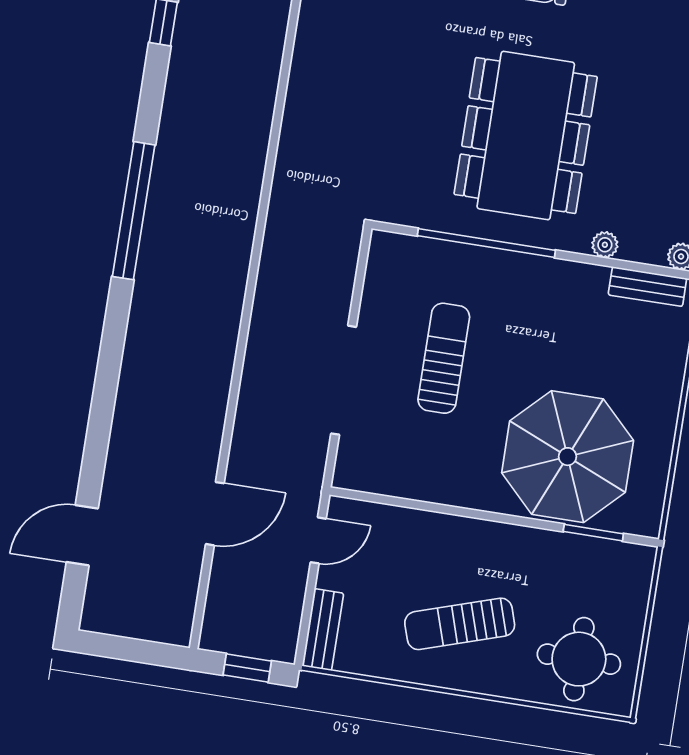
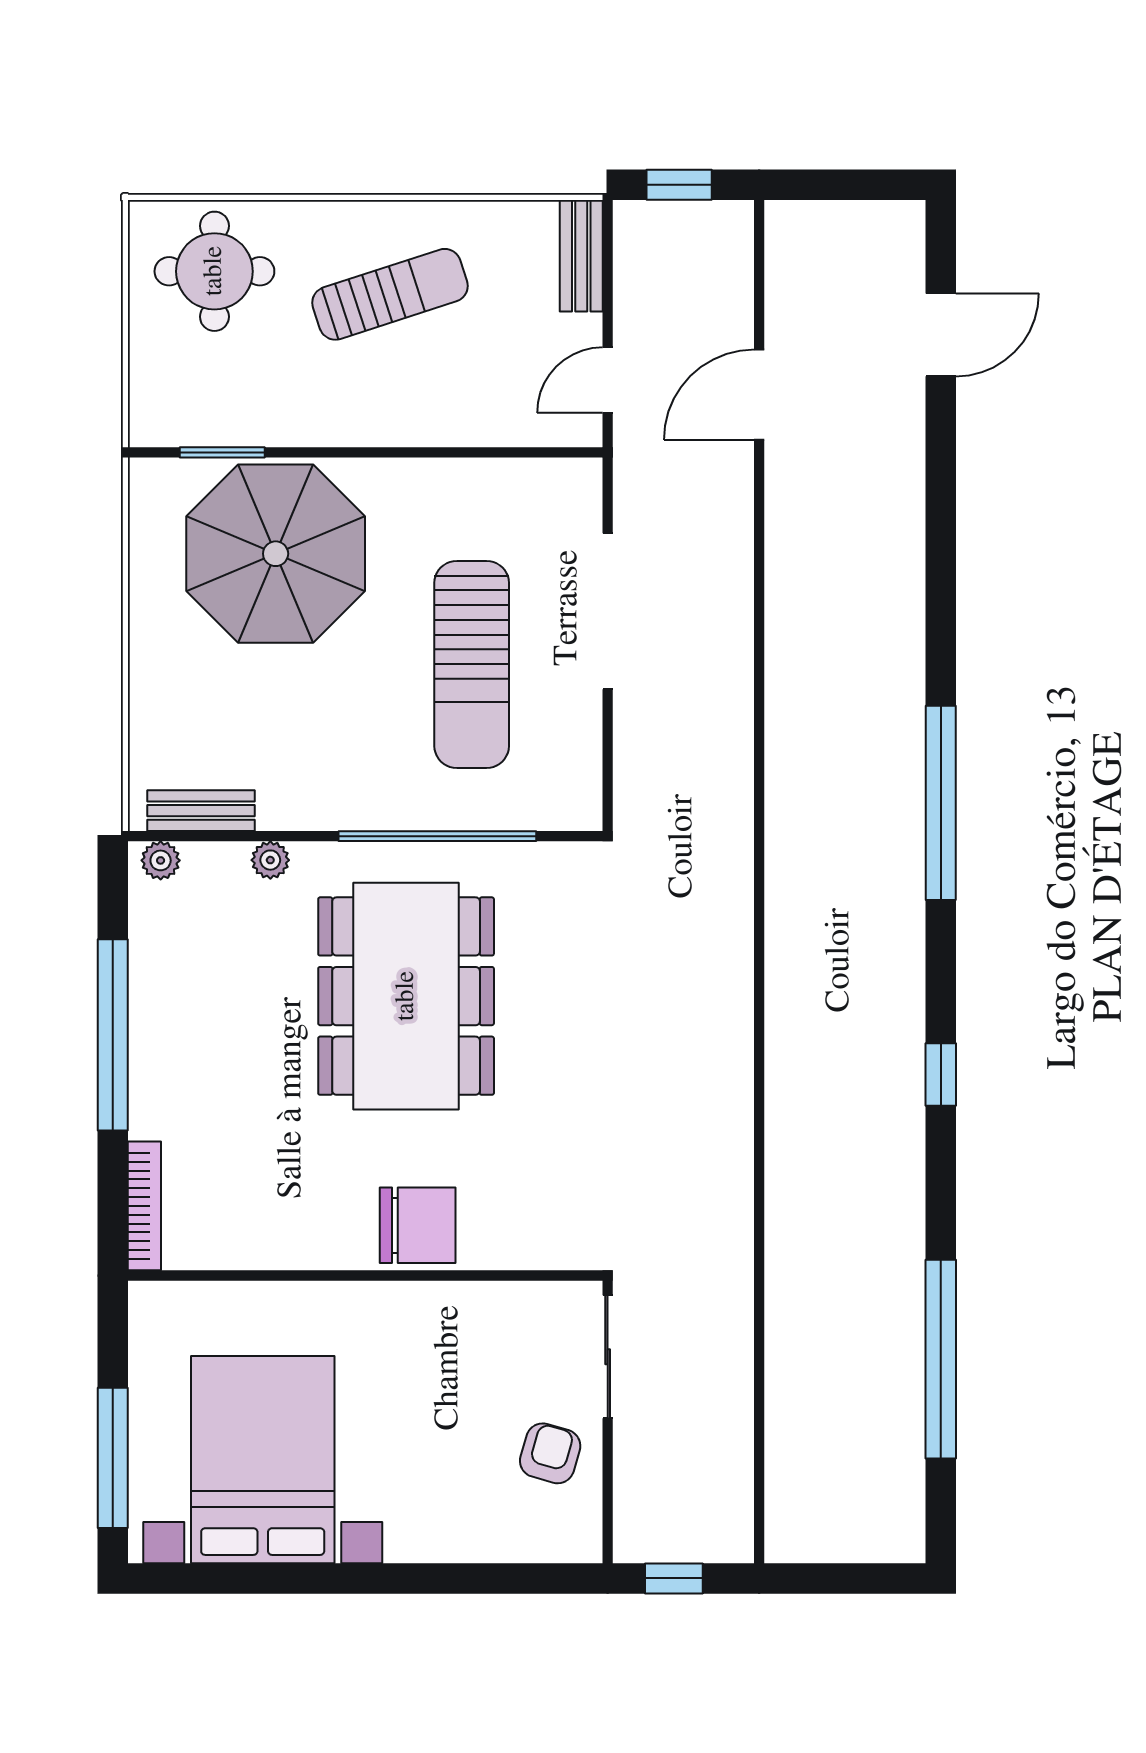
sun lounger: (444, 358) -> (472, 664), width x1.36, depth x1.34

